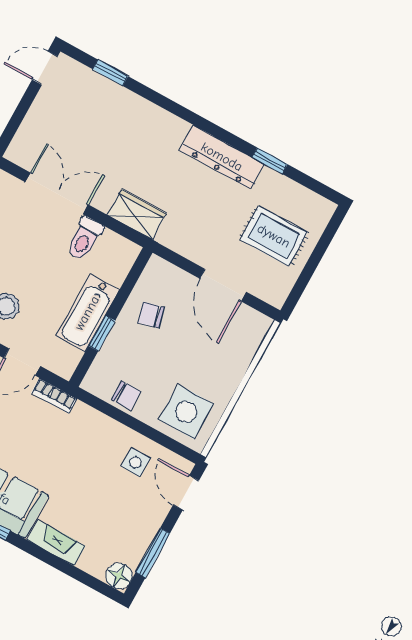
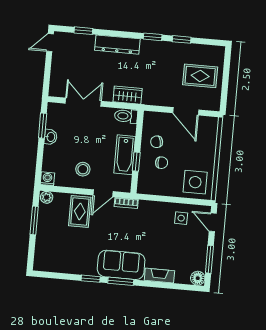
window: (223, 135) -> (153, 37), added
dresser: (222, 157) -> (117, 45), moved
toilet: (85, 239) -> (126, 116), moved, turned 90
chair: (126, 396) -> (162, 163), moved

